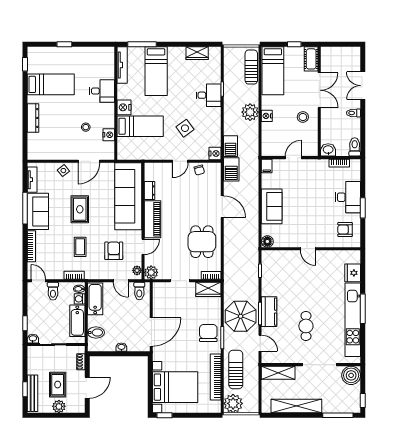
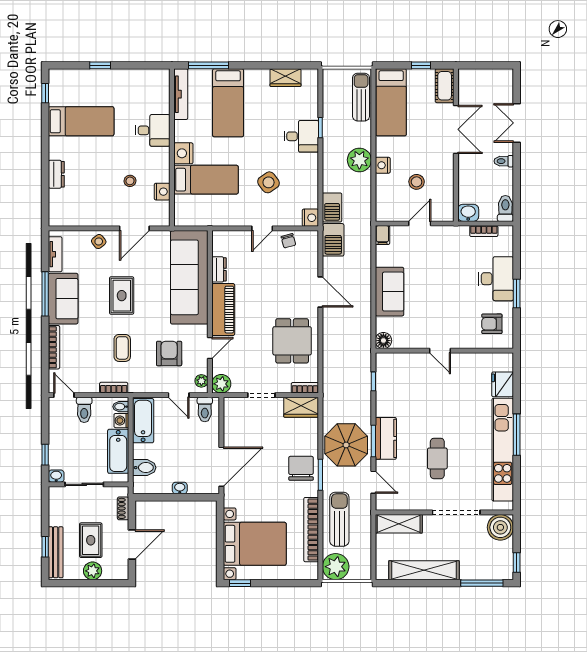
stool: (303, 117) -> (417, 182), moved
dresser: (33, 118) -> (56, 174), width x0.70

